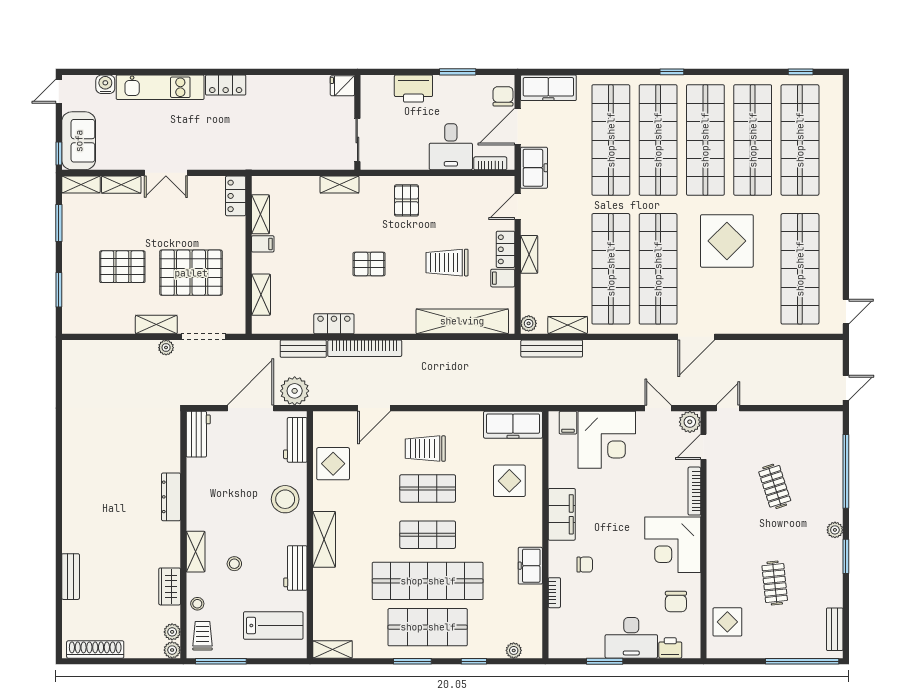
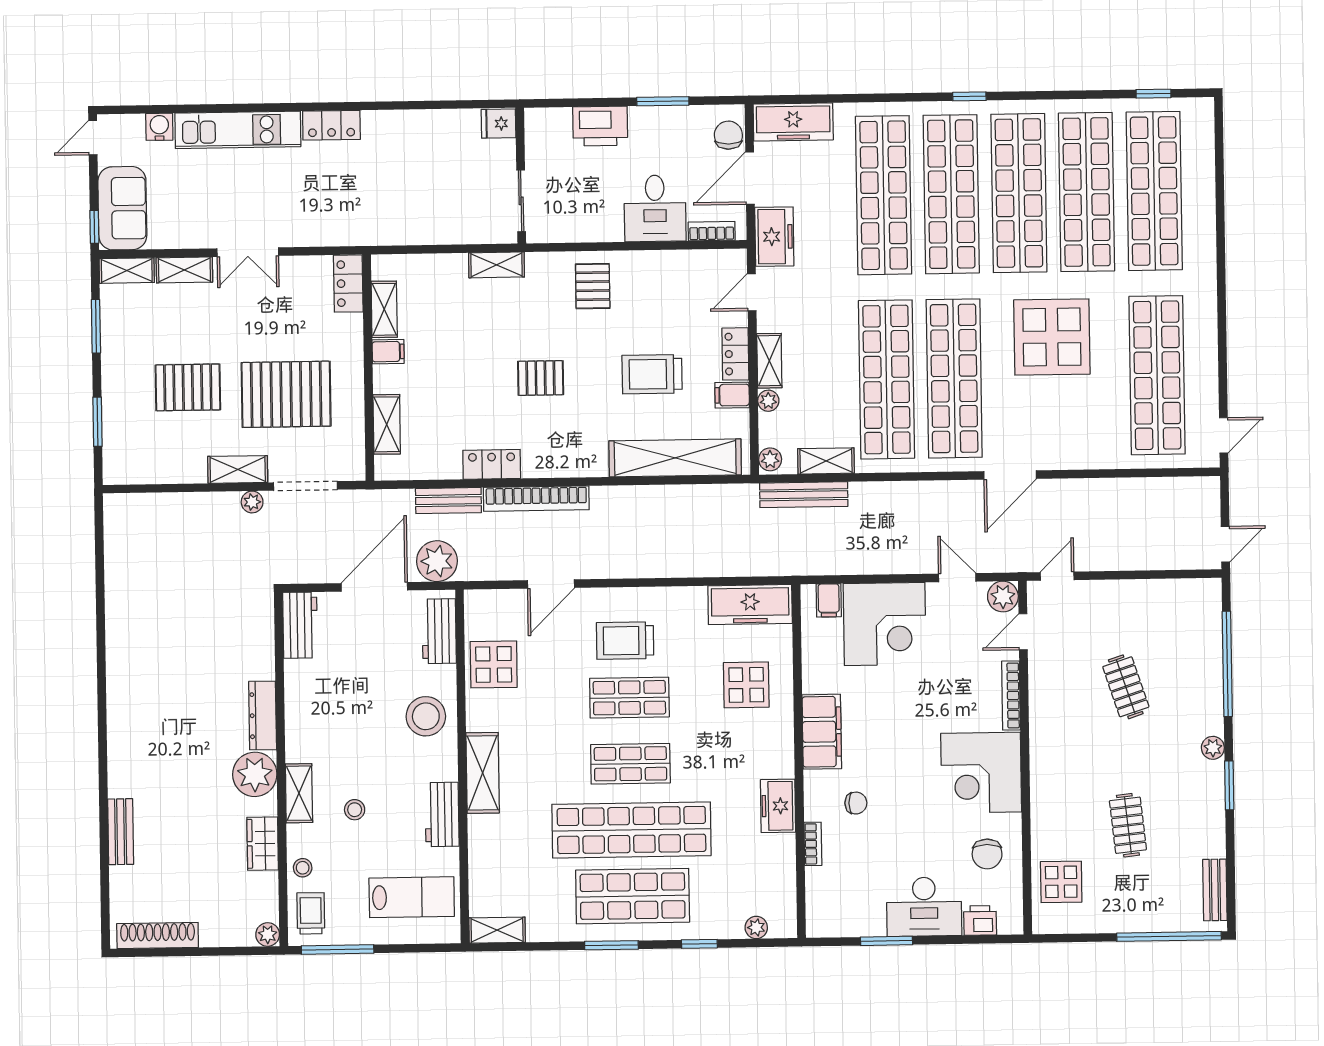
plant: (528, 282) -> (768, 401), added
plant: (172, 632) -> (255, 774), moved, width x1.87, depth x1.87

